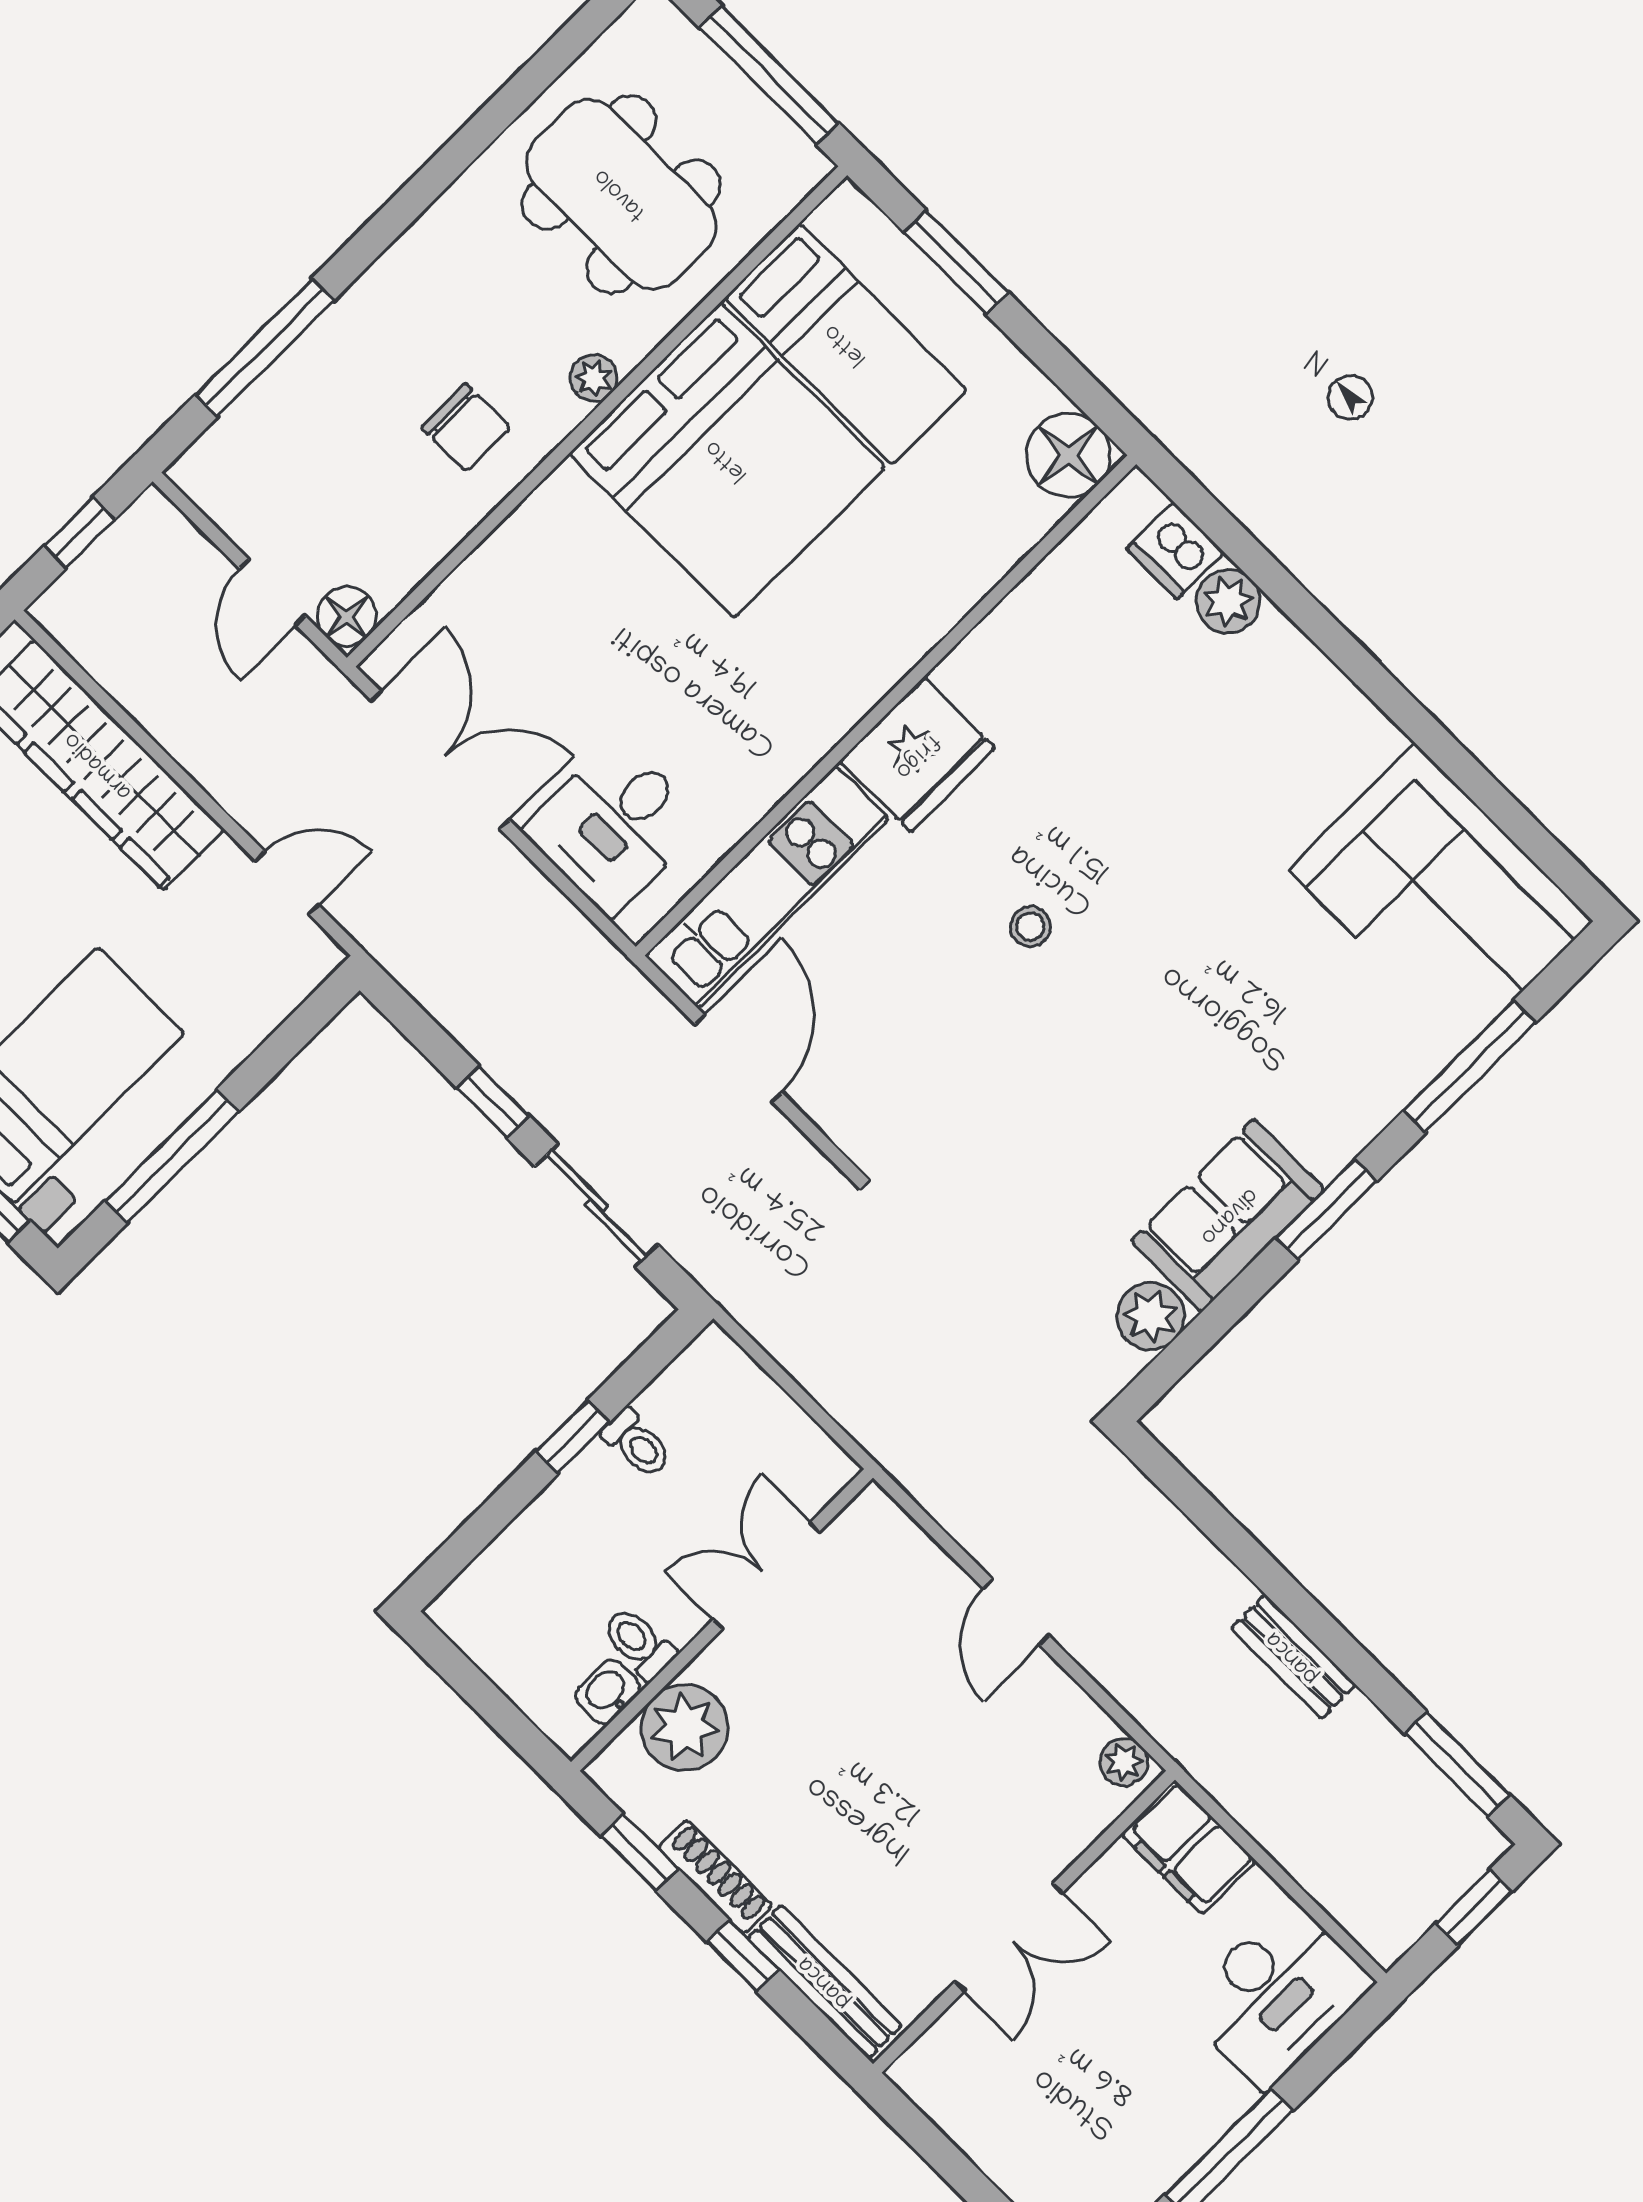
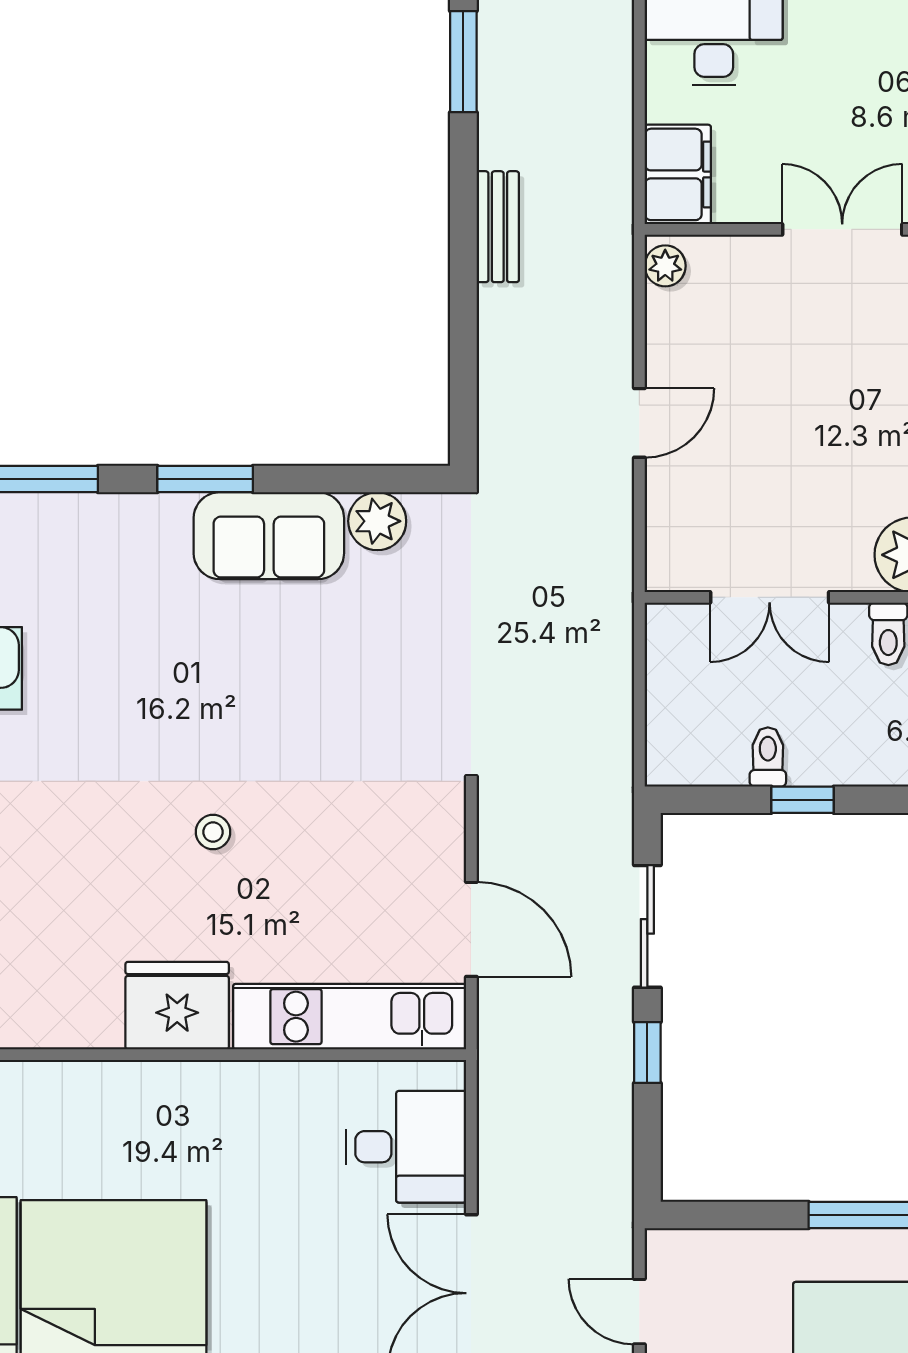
door: (739, 1058) -> (471, 929), swing flipped

